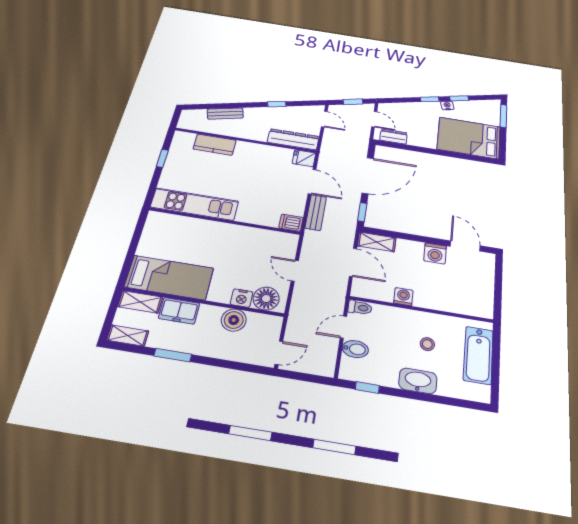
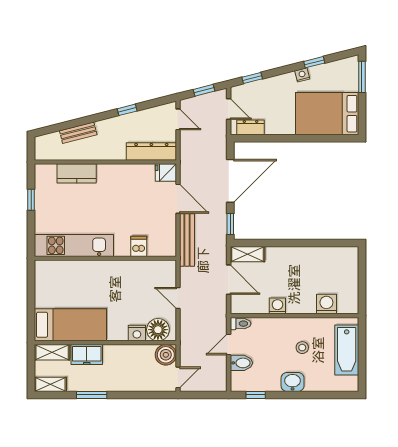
window: (430, 99) -> (252, 78), moved
bench: (316, 213) -> (187, 240), width x1.36
dishwasher: (291, 223) -> (139, 246), moved, turned 90
door: (465, 246) -> (330, 243), removed
washing machine: (435, 253) -> (326, 304), moved, turned 180
boiler: (234, 320) -> (166, 355), moved
washbasin: (418, 381) -> (293, 382), width x0.72

